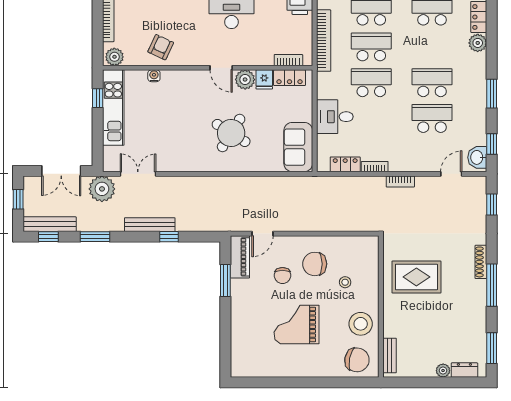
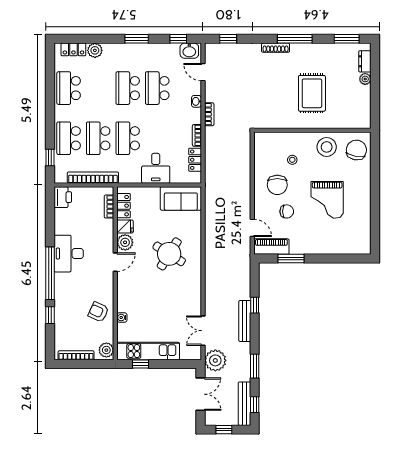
washbasin: (416, 166) -> (196, 101), added
rug: (416, 277) -> (312, 93), moved
bench: (390, 355) -> (353, 123), removed

